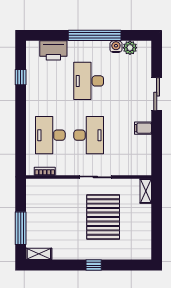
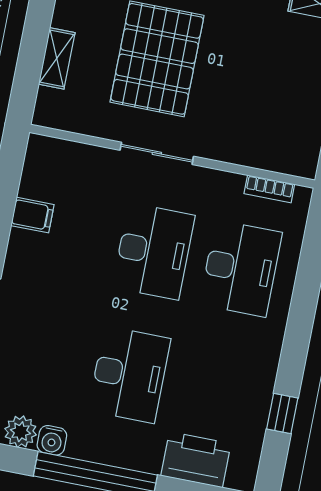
filing cabinet: (143, 128) -> (32, 215), moved
desk: (89, 135) -> (154, 251), turned 180
shelving: (146, 191) -> (57, 58), moved

